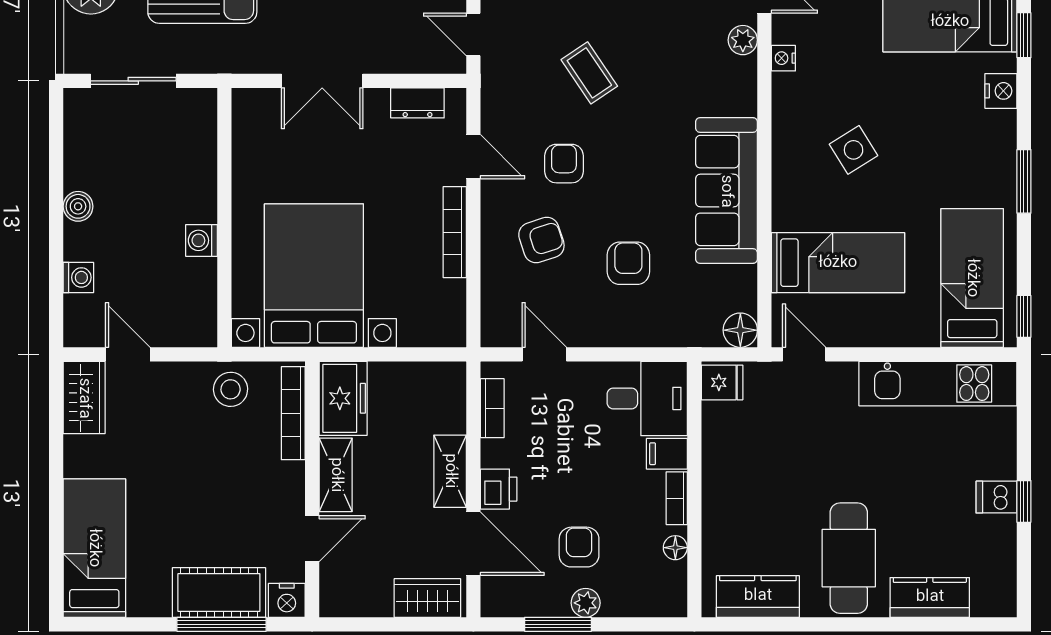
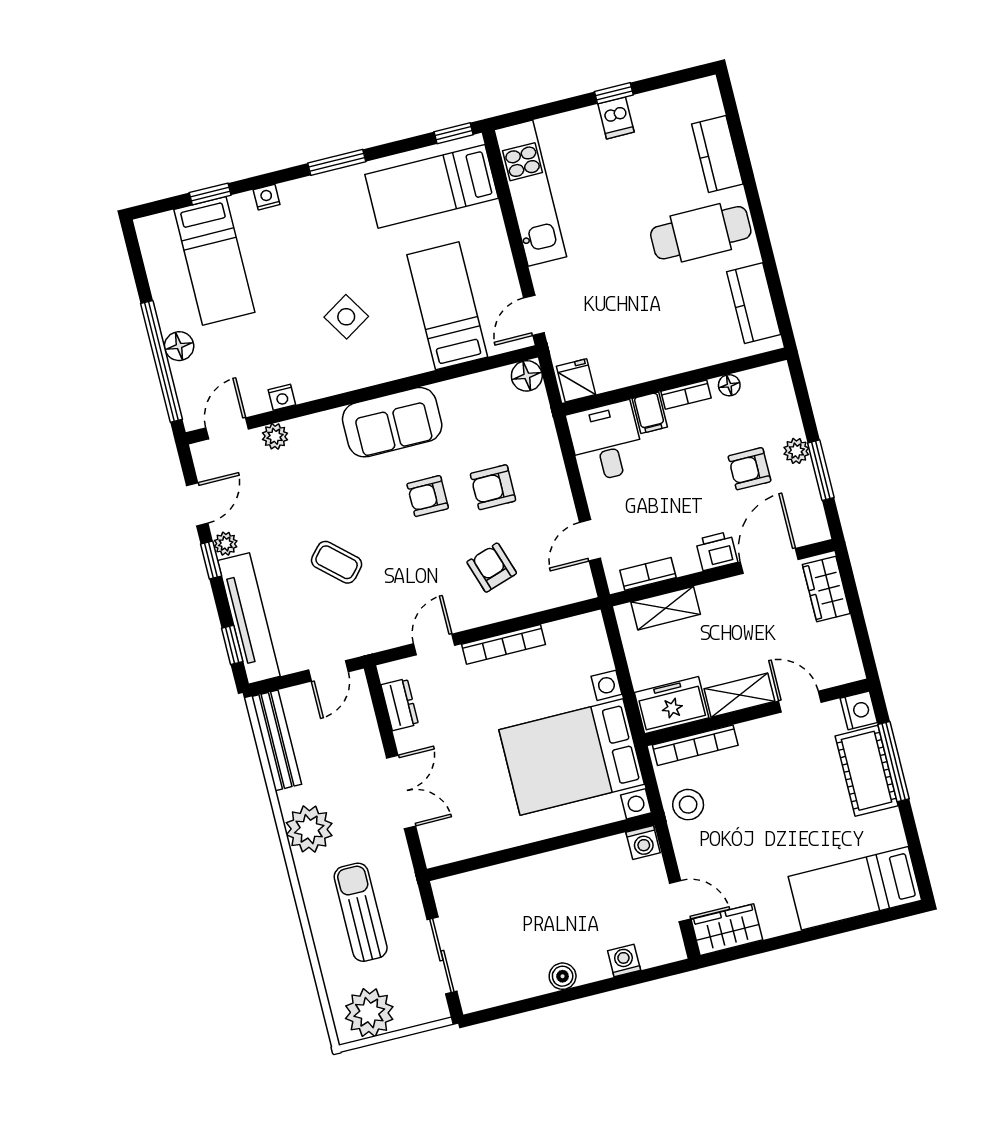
coffee table: (589, 73) -> (337, 562), turned 76
nightstand: (1001, 91) -> (267, 197), width x0.72, depth x0.74
armchair: (564, 164) -> (428, 496), moved
sofa: (726, 191) -> (392, 422), width x0.73
washing machine: (202, 240) -> (643, 842), moved
door: (128, 354) -> (680, 901), swing flipped
shelving: (450, 471) -> (666, 608), moved

